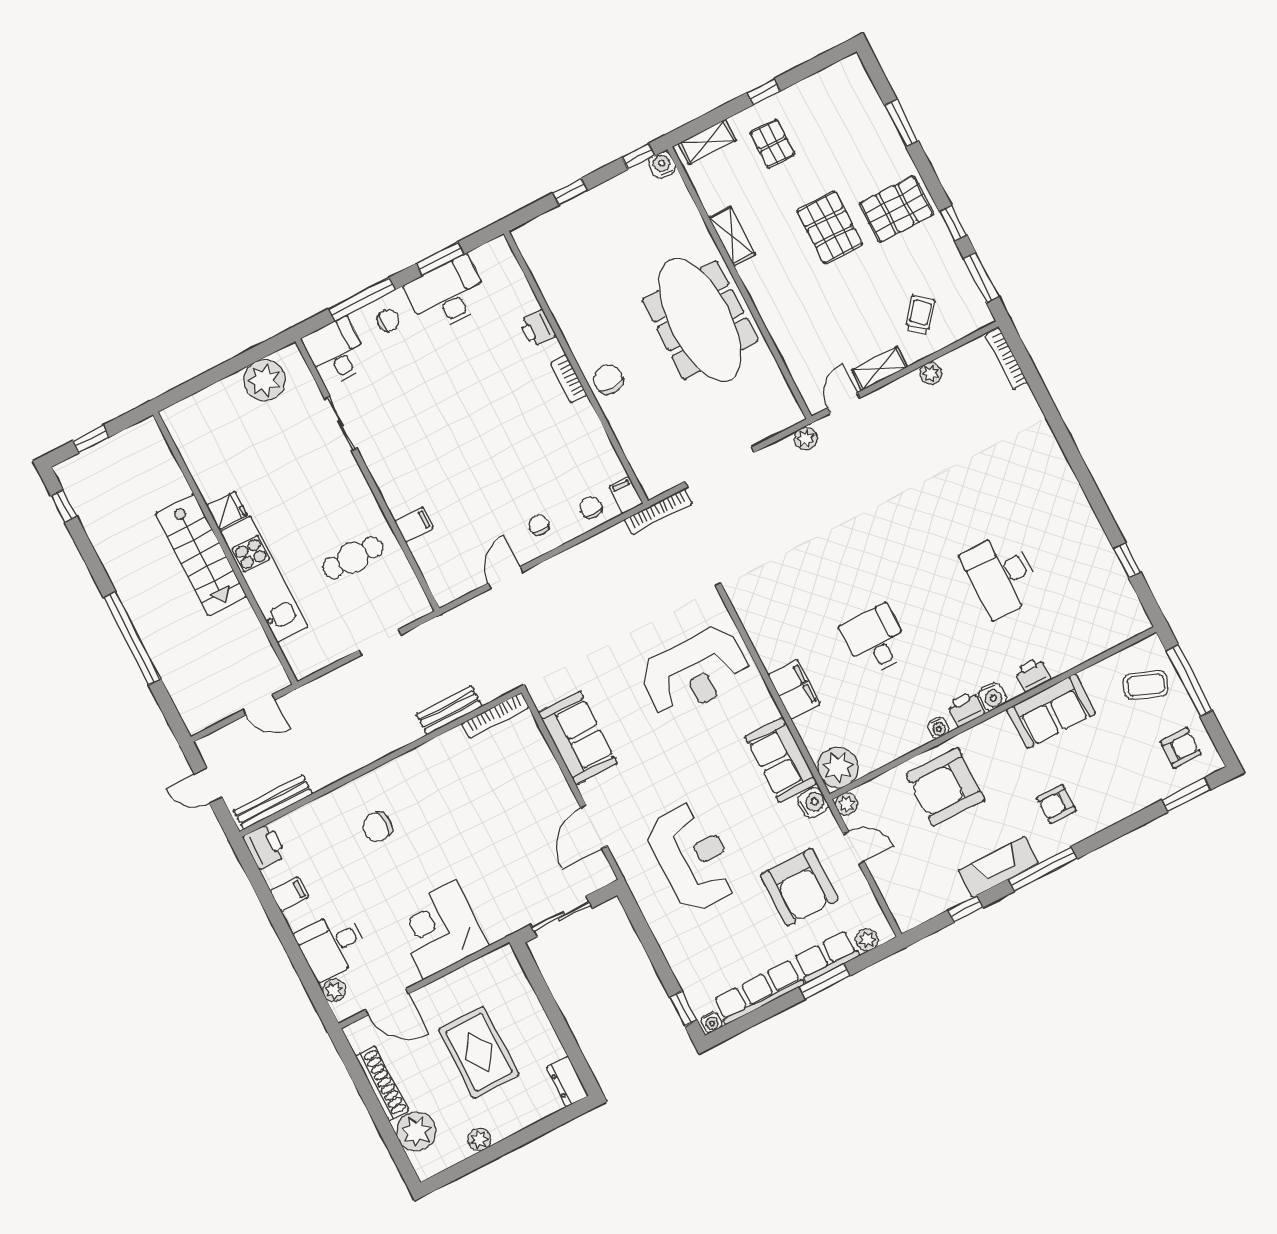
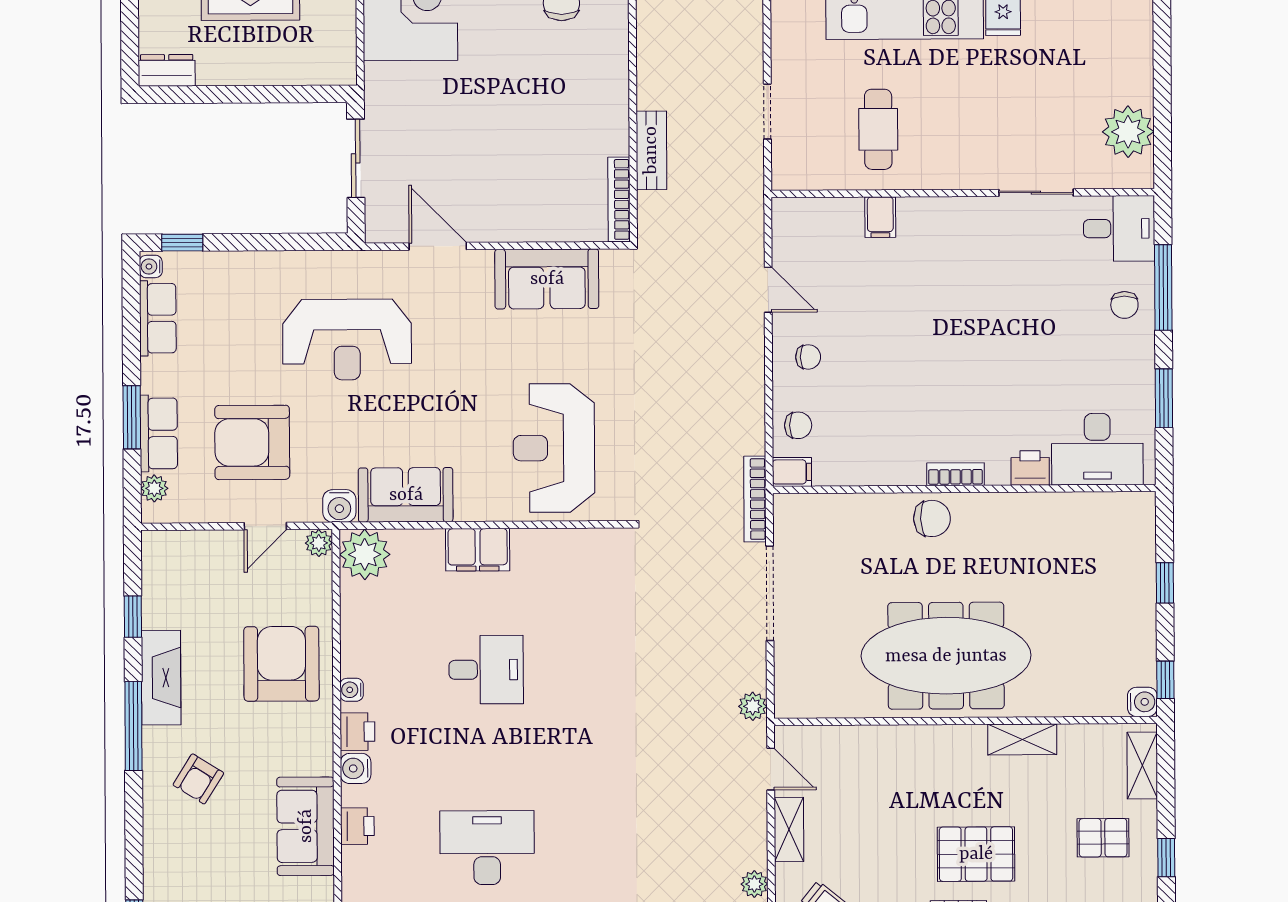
desk: (448, 294) -> (1097, 449), moved, turned 90
armchair: (1057, 804) -> (198, 779), turned -148
row of seats: (758, 992) -> (158, 318), width x0.68

